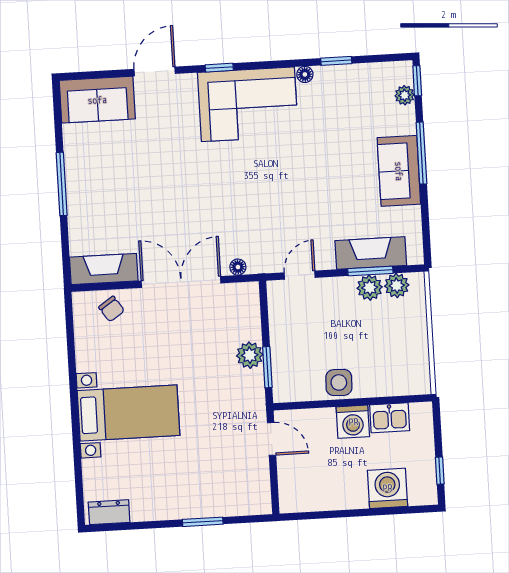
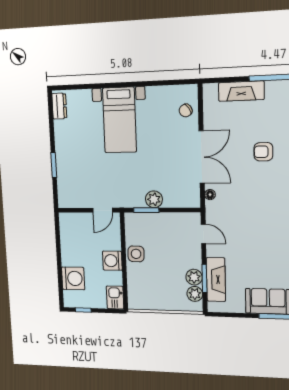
armchair: (170, 189) -> (263, 152), added
fireplace: (104, 269) -> (241, 91), moved, turned 90
kitchen sink: (390, 418) -> (115, 297), moved

